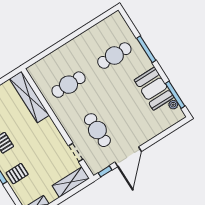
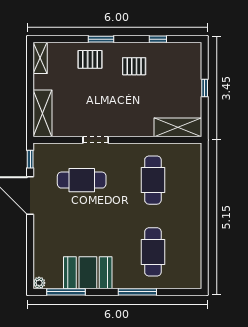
shelving: (29, 97) -> (178, 127), width x0.68
plant: (173, 105) -> (39, 283), moved
doorway: (76, 152) -> (96, 140), moved
pallet: (17, 174) -> (90, 59), turned 90

